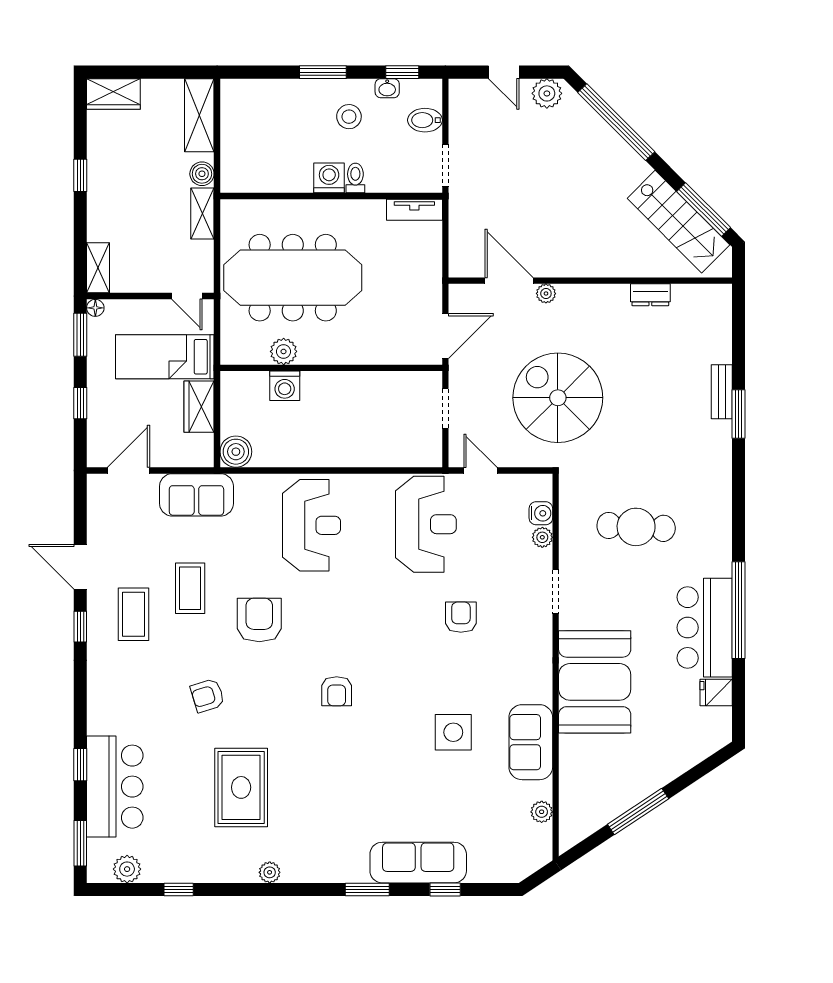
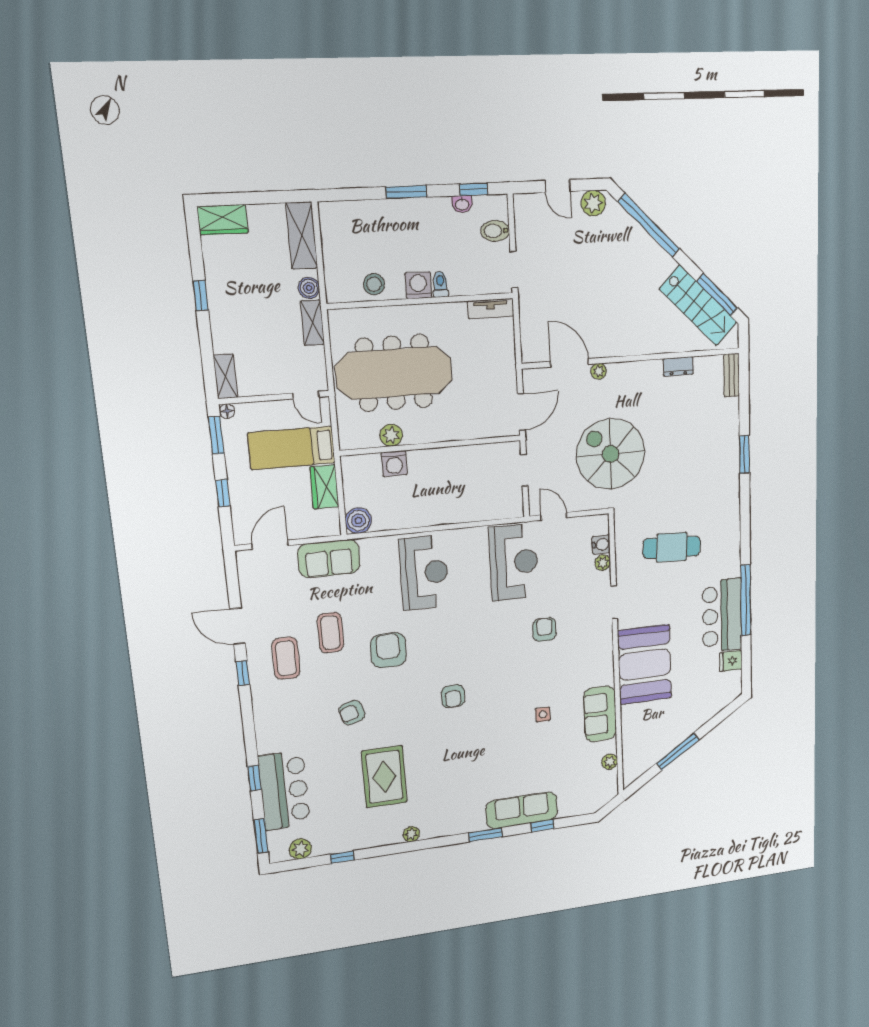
stool: (349, 117) -> (374, 284), moved
bench: (722, 392) -> (732, 375), moved
side table: (453, 732) -> (543, 714), width x0.54, depth x0.54

